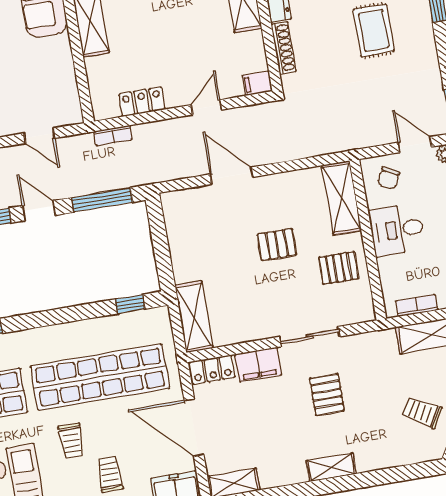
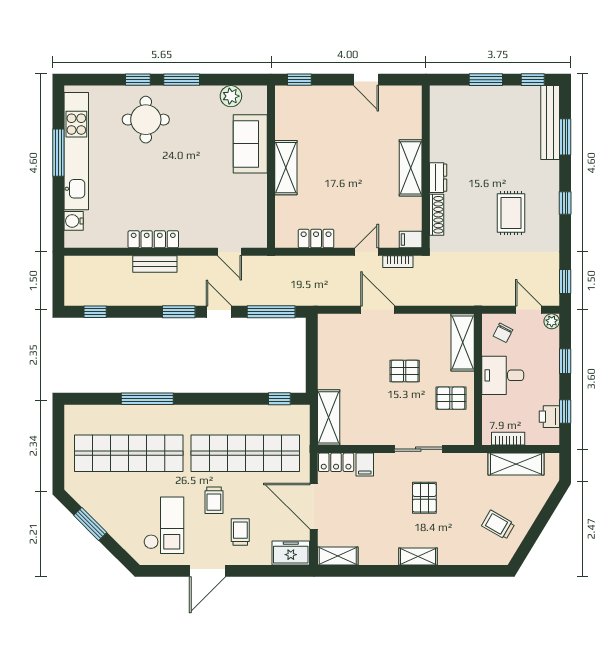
bookcase: (113, 135) -> (398, 262), moved
filing cabinet: (258, 365) -> (365, 465), width x0.50

